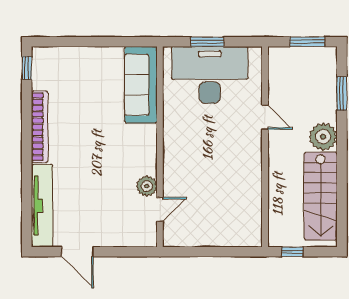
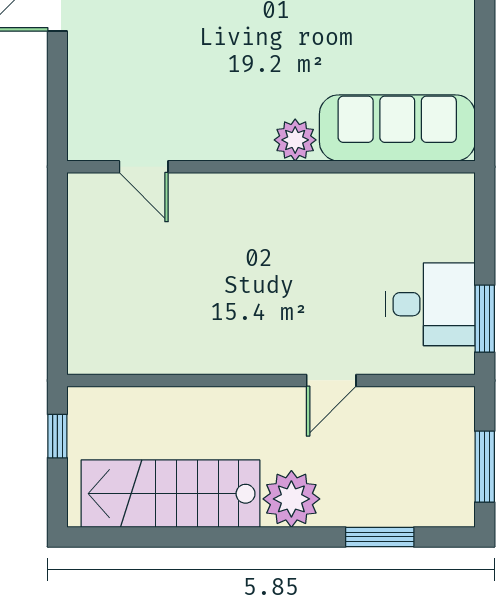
window: (207, 42) -> (485, 319), moved
desk: (210, 75) -> (431, 304), width x0.53, depth x0.77
plant: (147, 186) -> (295, 140), moved

